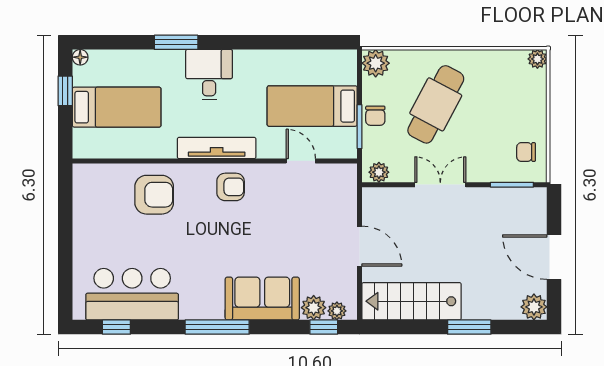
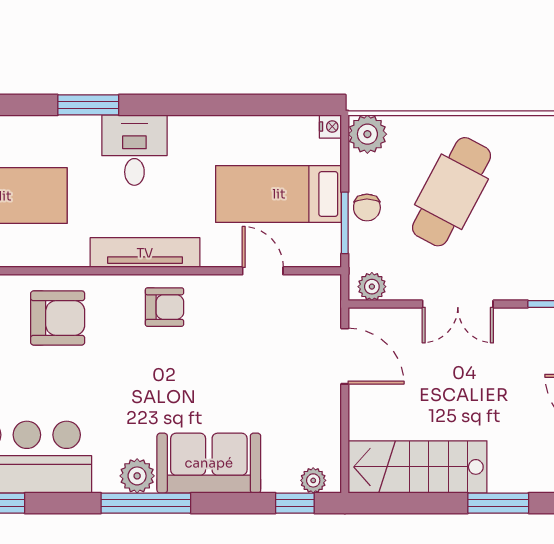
nightstand: (349, 58) -> (330, 126), added
double door: (440, 185) -> (458, 304), swing flipped
door: (360, 246) -> (345, 356), moved
plant: (314, 308) -> (137, 476), moved

